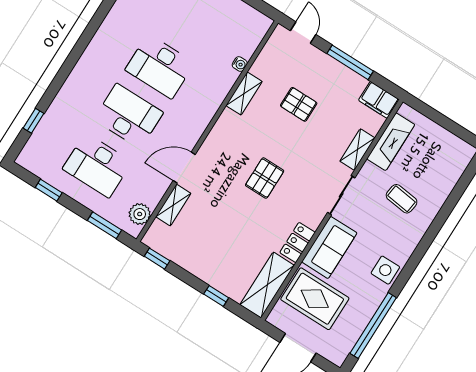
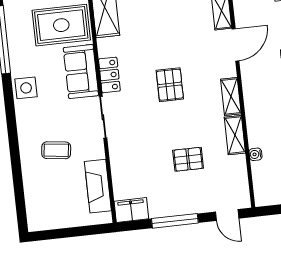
shelving: (357, 150) -> (231, 96), moved
locker: (298, 242) -> (109, 75), moved

